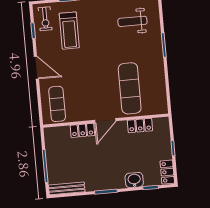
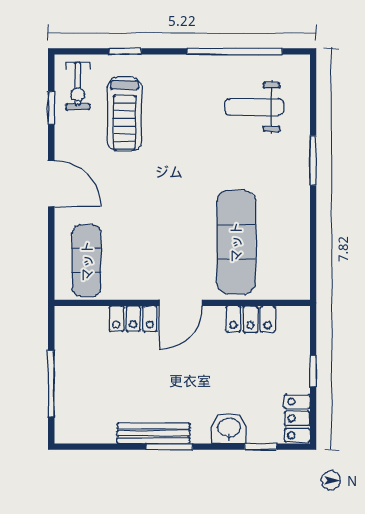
bench: (67, 188) -> (153, 433), moved

